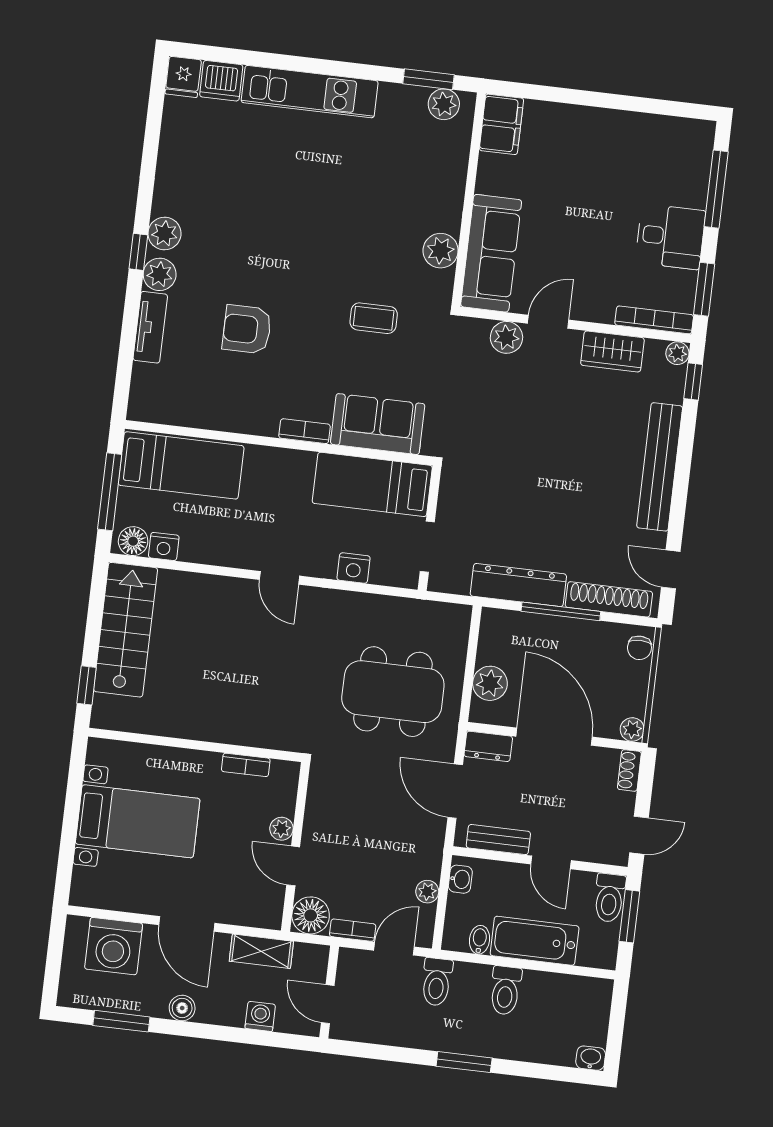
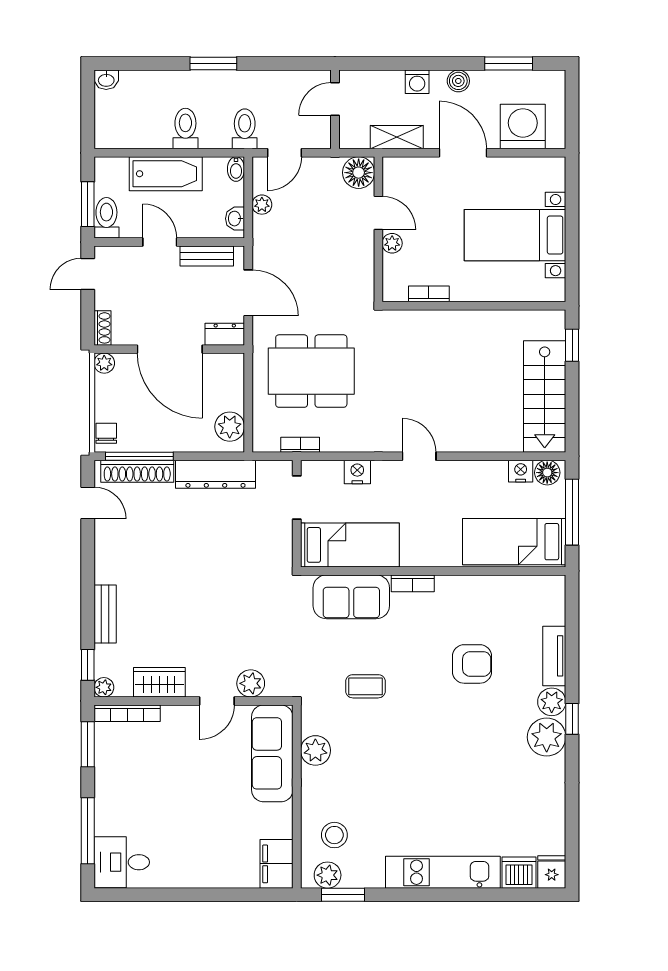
stool: (430, 150) -> (334, 835), added
plant: (165, 234) -> (547, 737), width x1.36, depth x1.36
desk: (670, 237) -> (122, 862), moved
bench: (660, 467) -> (105, 614), width x0.54, depth x0.82
window: (561, 611) -> (139, 456), moved
plant: (490, 683) -> (230, 427), moved
bookcase: (353, 930) -> (300, 445), moved, turned 180
bidet: (480, 940) -> (236, 169), moved
door: (328, 1004) -> (335, 99), swing flipped
washing machine: (260, 1016) -> (417, 82), moved

